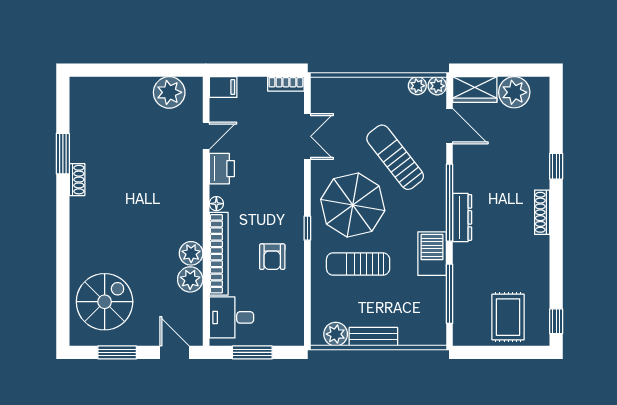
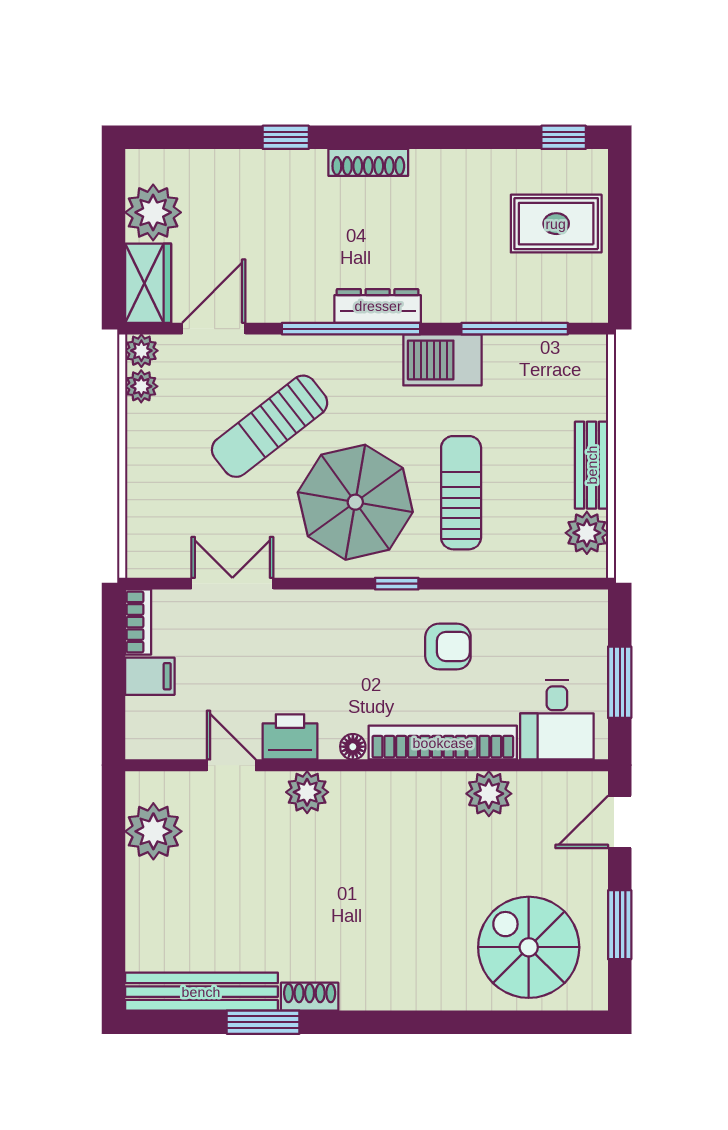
filing cabinet: (223, 87) -> (150, 676), moved, turned 90
bench: (80, 119) -> (201, 992), added
plant: (191, 253) -> (307, 792), moved
sun lounger: (358, 264) -> (461, 493), turned 180

